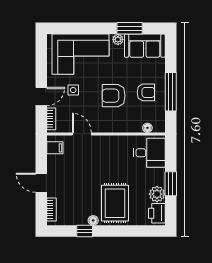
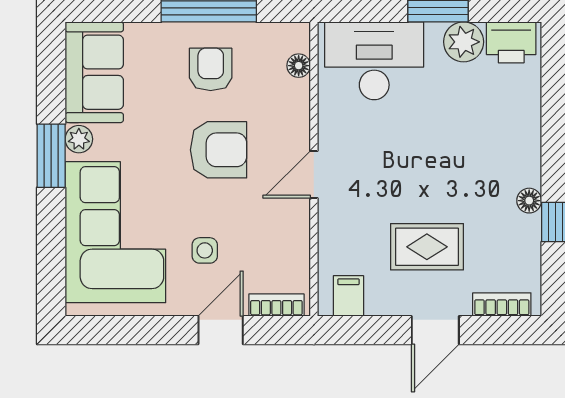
window: (130, 28) -> (51, 156), moved
door: (41, 96) -> (221, 330), hinge flipped
armchair: (114, 96) -> (219, 150), turned -90
door: (82, 134) -> (314, 174), moved
desk: (149, 153) -> (374, 61), width x1.37
rug: (115, 203) -> (427, 247), moved, width x0.73, depth x0.70

